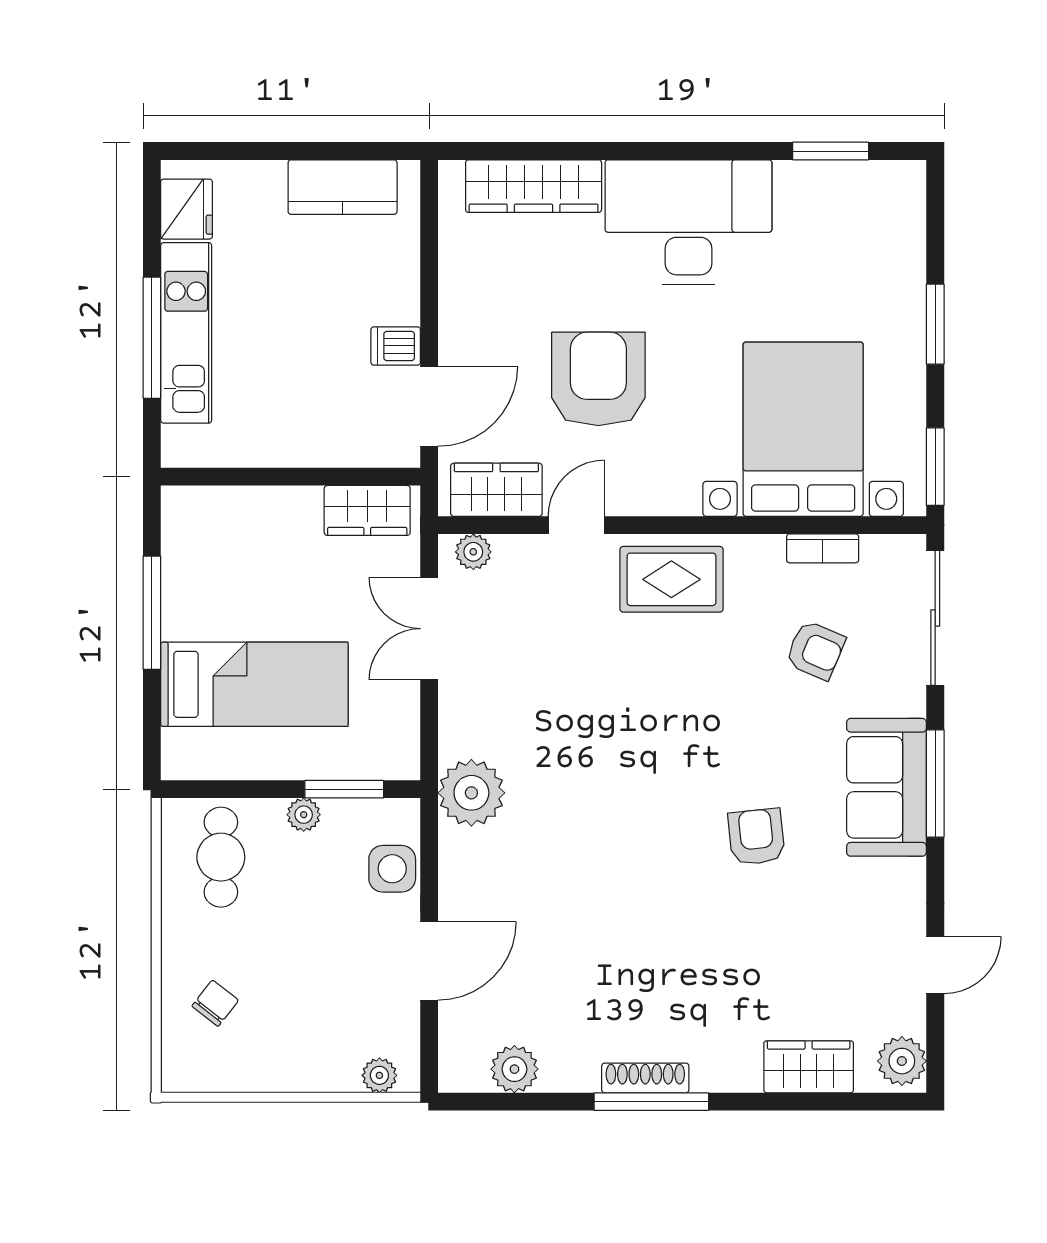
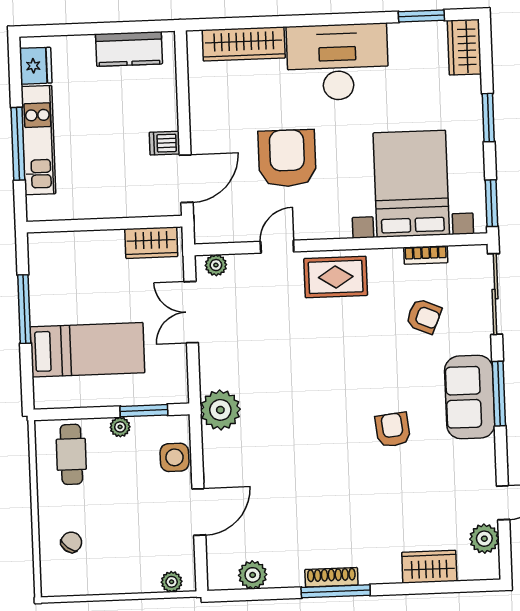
wardrobe: (496, 490) -> (464, 47), moved, turned -90
plant: (902, 1061) -> (484, 539), moved

